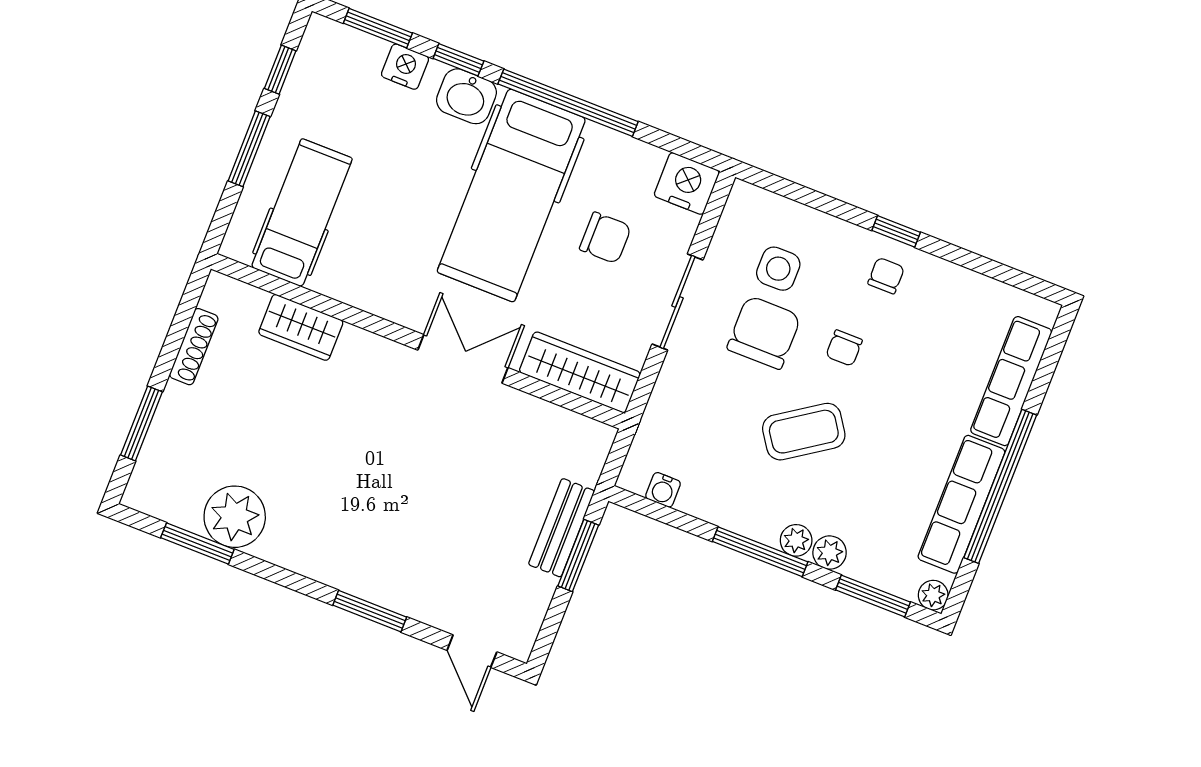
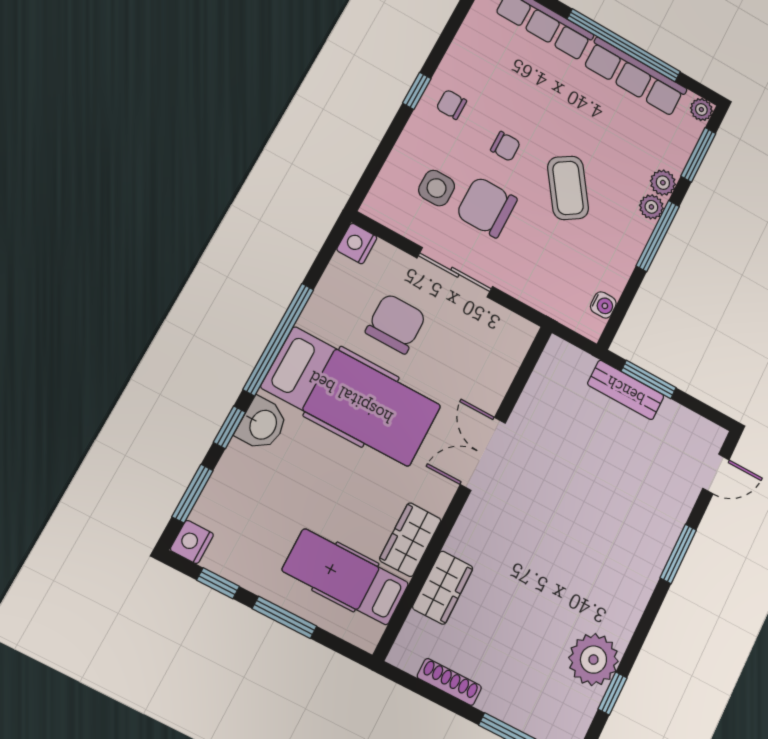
nightstand: (405, 67) -> (192, 542), moved
nightstand: (687, 183) -> (357, 244), width x0.74, depth x0.75
chair: (605, 238) -> (396, 324), width x1.37, depth x1.37
wardrobe: (580, 372) -> (410, 540), moved, width x0.67
window: (197, 544) -> (613, 693), width x0.67

